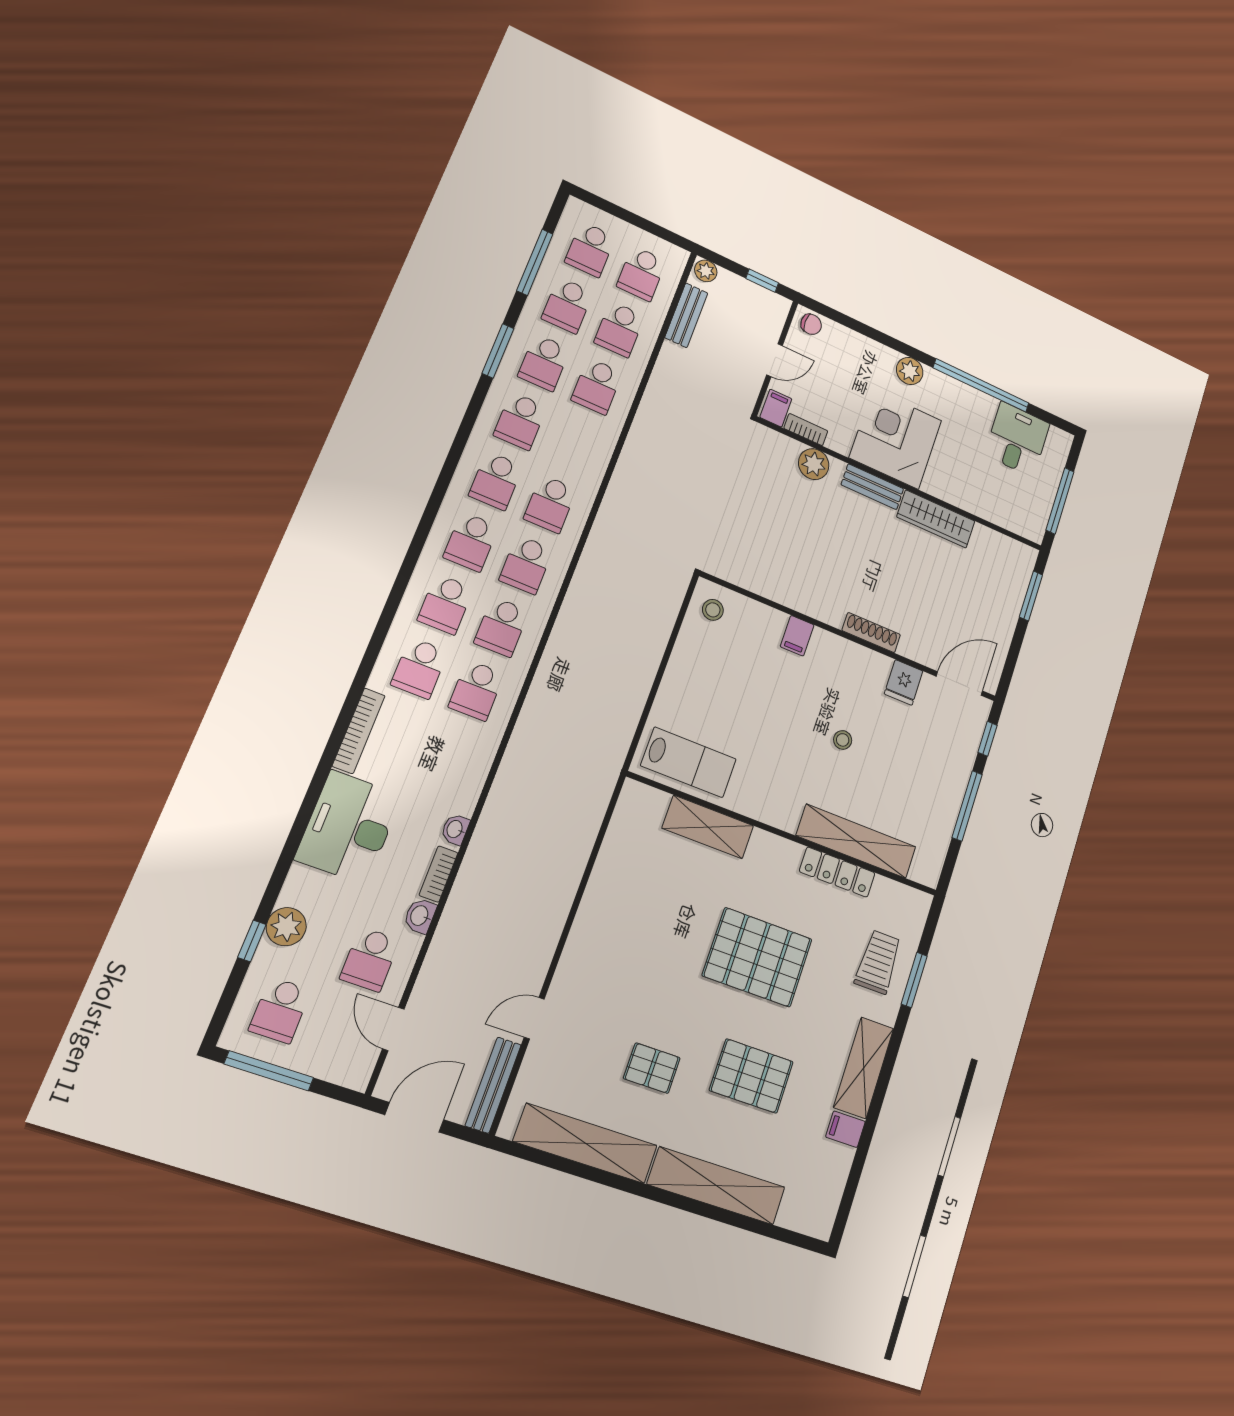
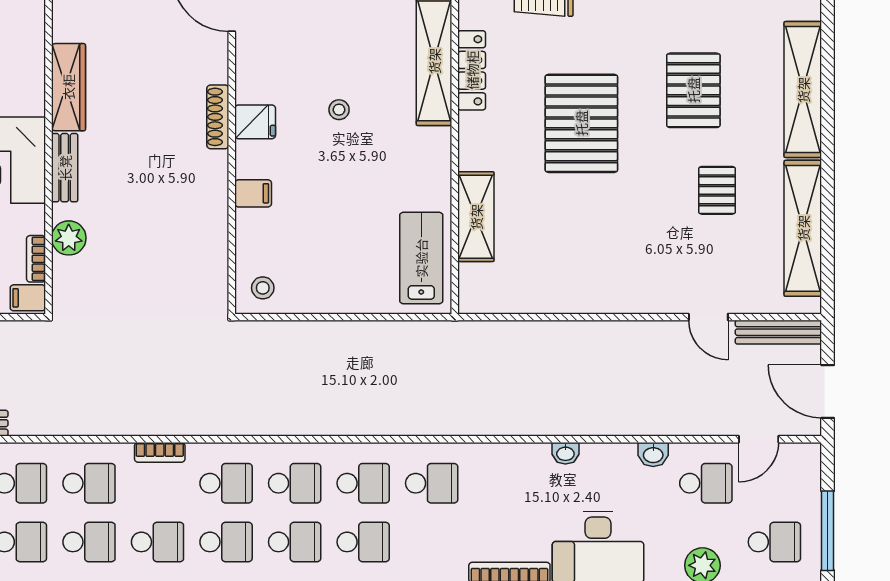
school desk: (419, 668) -> (432, 542), removed
fridge: (904, 682) -> (255, 122), moved
bookcase: (439, 874) -> (160, 452), moved

